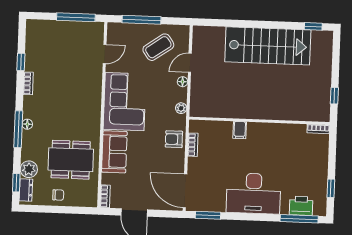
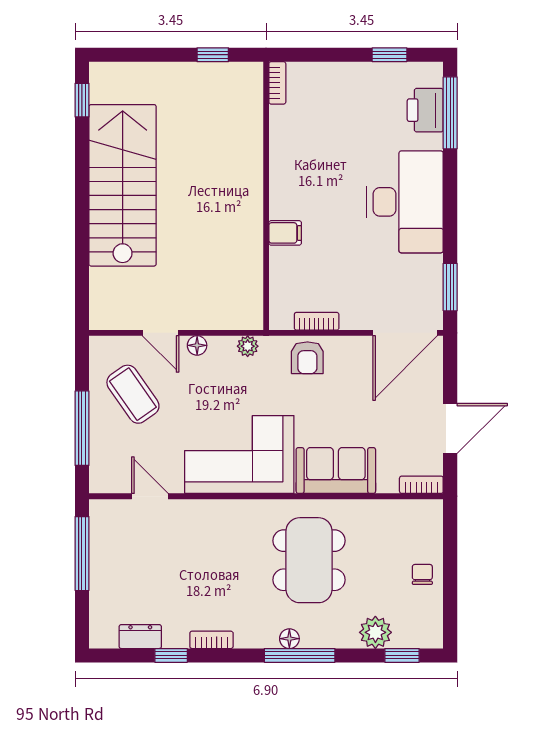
dining table: (71, 160) -> (309, 560), moved
dresser: (26, 190) -> (140, 637), moved

